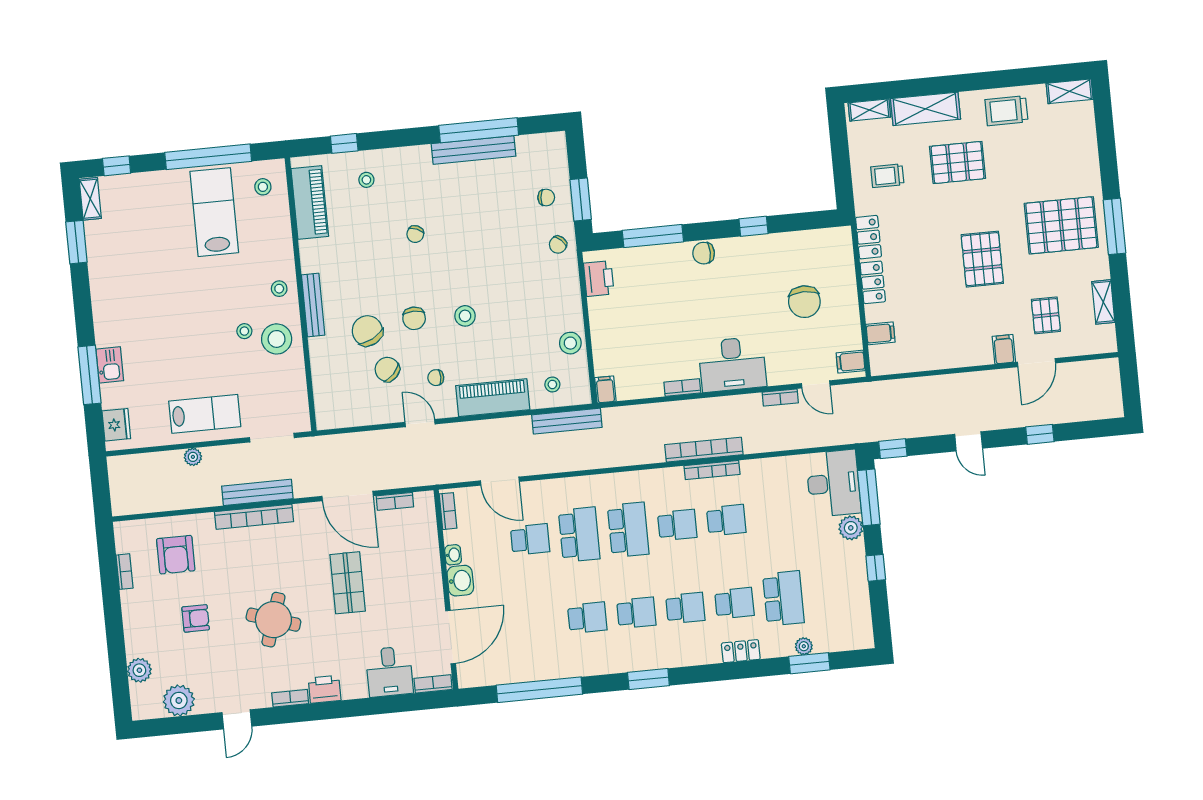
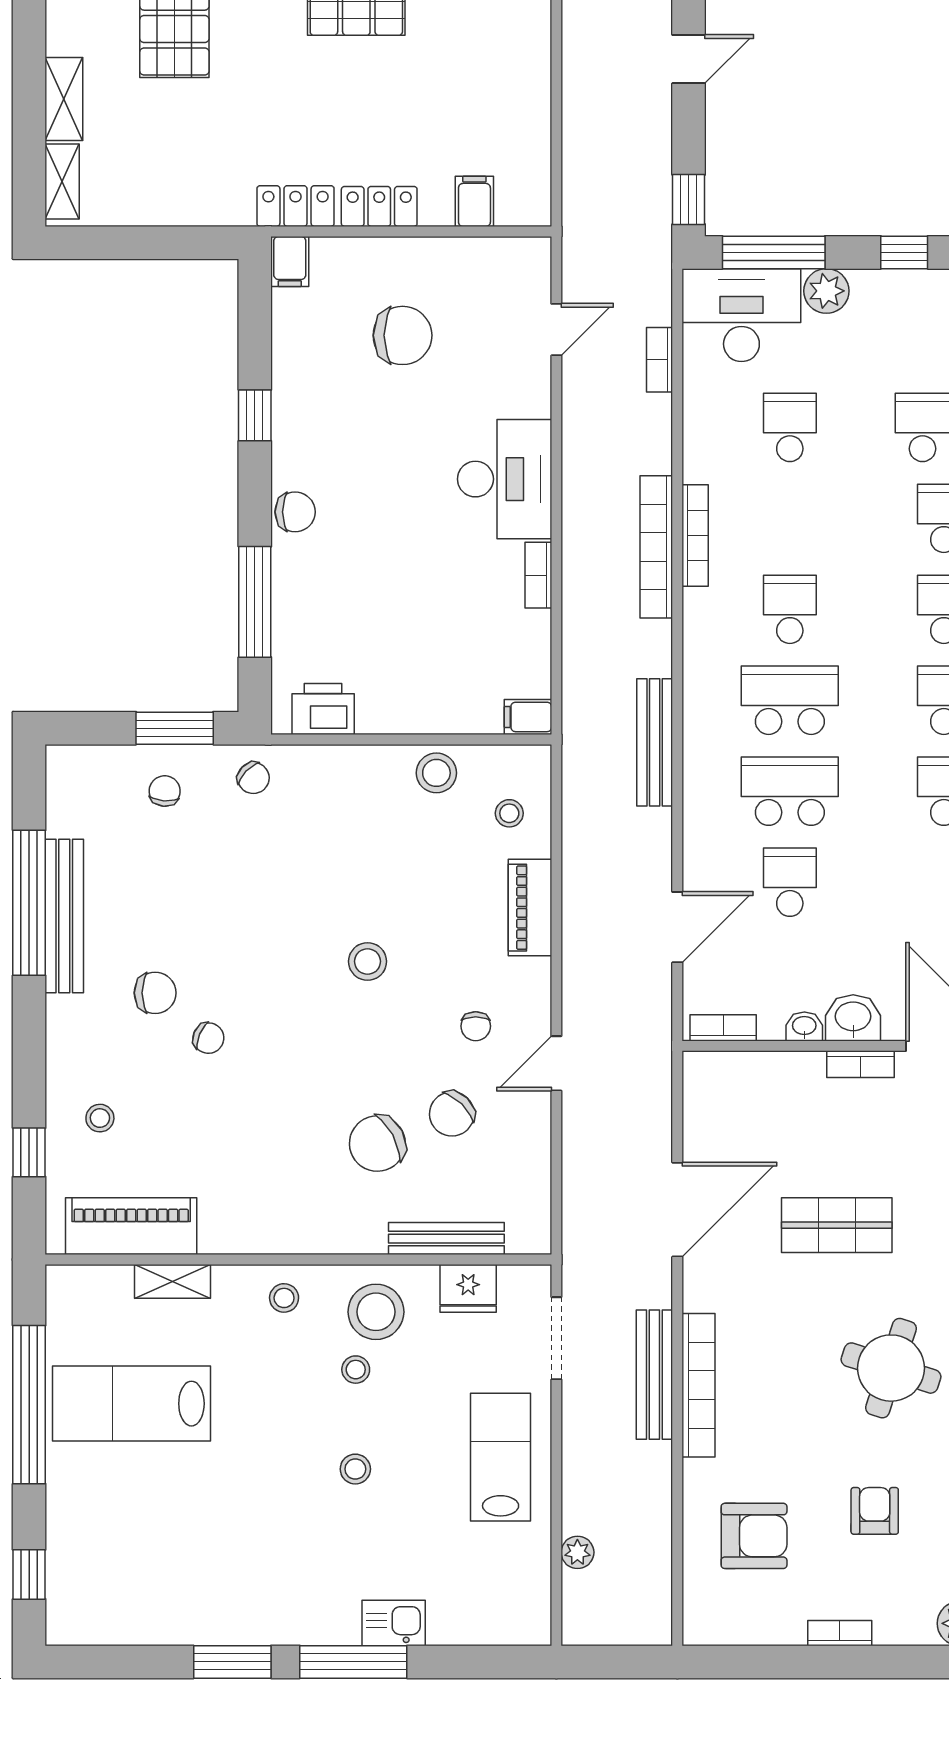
shelving: (926, 109) -> (64, 99), width x0.67, depth x0.75
trolley: (887, 176) -> (186, 160), removed
stool: (263, 187) -> (355, 1469), moved
shelving: (90, 199) -> (172, 1281), moved
window: (76, 242) -> (232, 1662), moved
chair: (704, 253) -> (295, 512), turned -90
bench: (313, 305) -> (446, 1239), moved
chair: (414, 318) -> (155, 993), moved
filing cabinet: (851, 362) -> (290, 261), moved
window: (90, 375) -> (353, 1662), moved
bookcase: (780, 397) -> (660, 360), moved, turned 180
piano: (493, 398) -> (530, 908), width x0.73, depth x0.75
bench: (567, 421) -> (655, 742), moved
fridge: (116, 425) -> (468, 1288), moved, turned 180
plant: (193, 457) -> (577, 1552), moved
bookcase: (395, 501) -> (860, 1064), moved, turned 90
school desk: (726, 520) -> (790, 427), moved
bookcase: (125, 572) -> (840, 1633), moved

